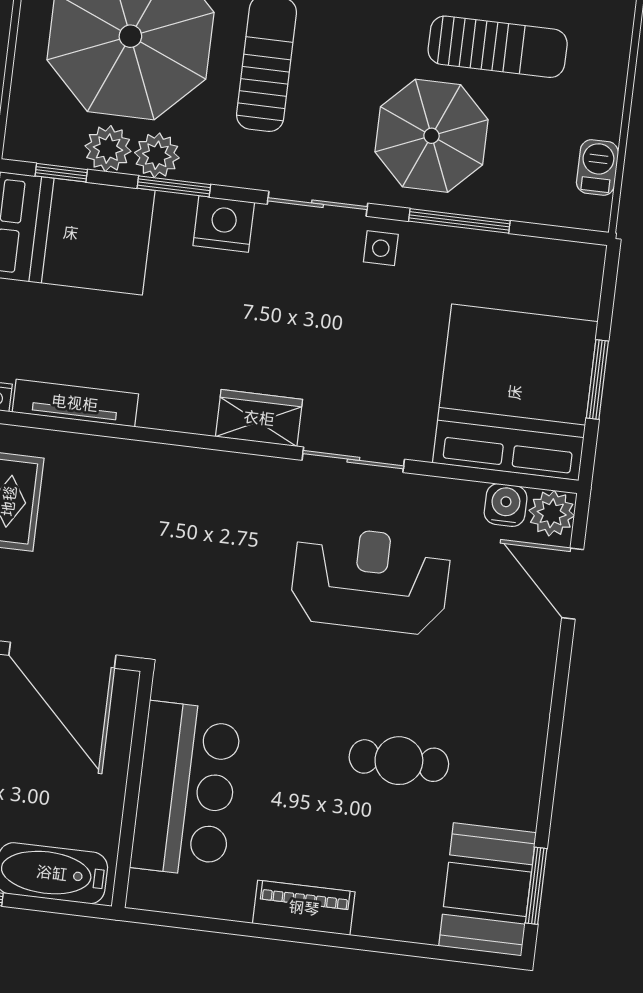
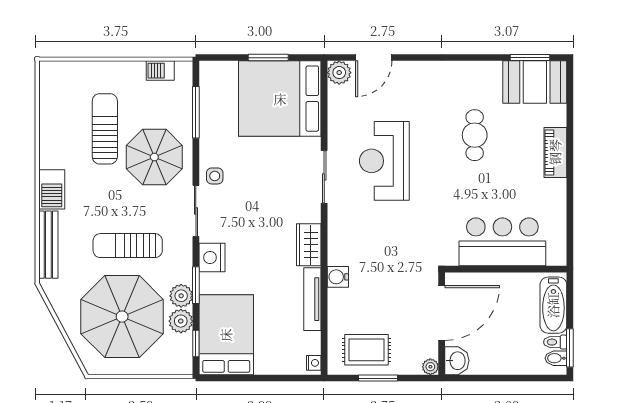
window: (459, 221) -> (196, 112), moved
tv unit: (75, 403) -> (312, 299), moved
wardrobe: (259, 418) -> (309, 245), moved
water cooler: (506, 505) -> (338, 277), moved
piano: (304, 908) -> (555, 152), moved

